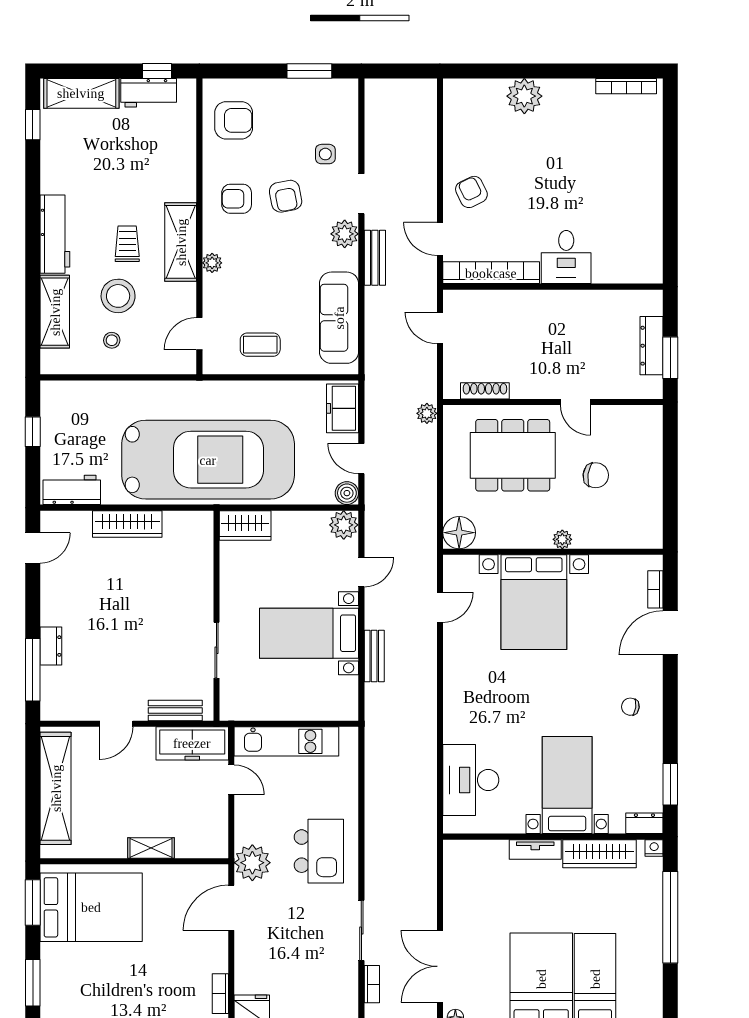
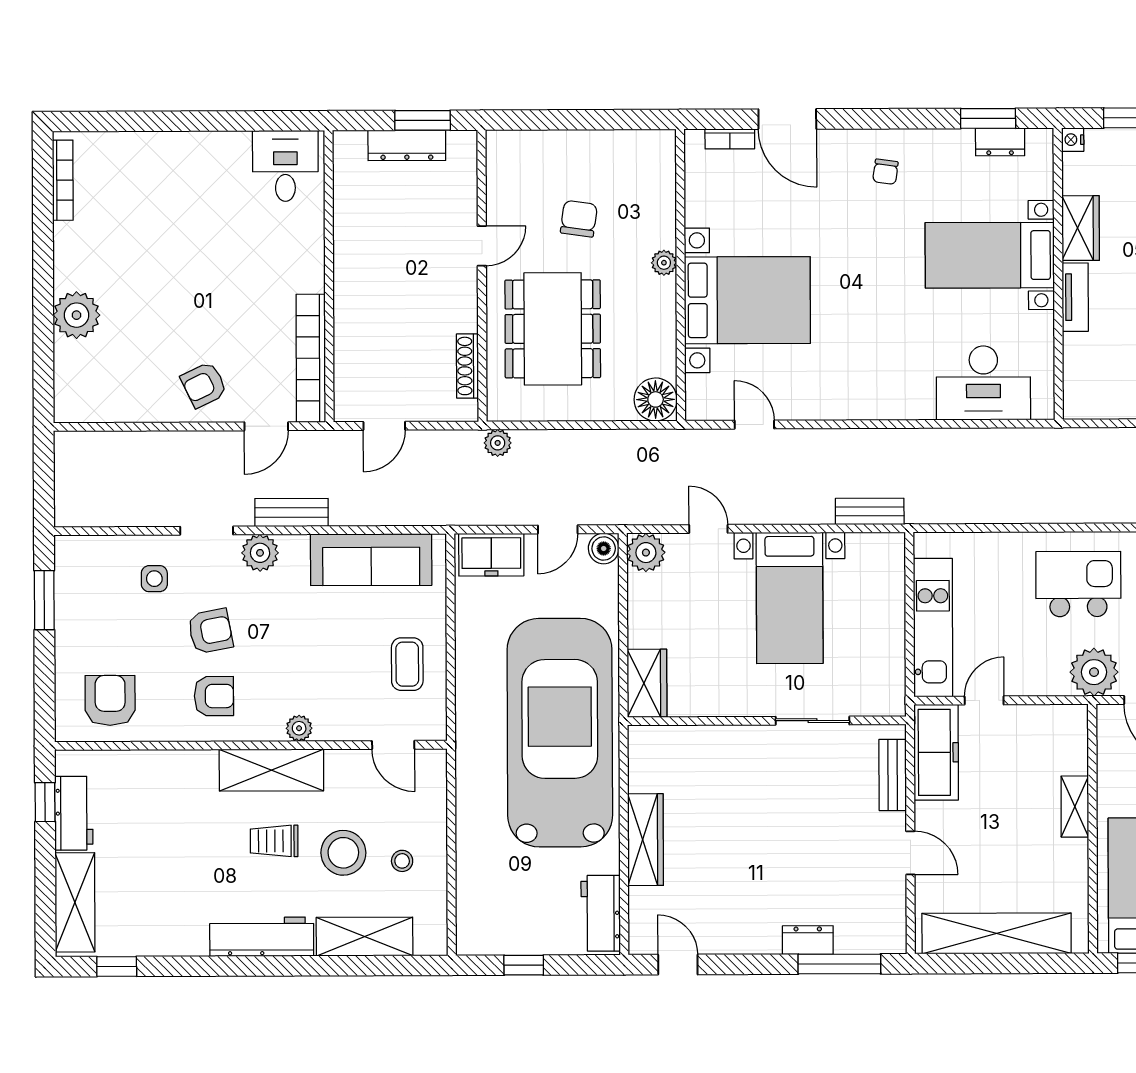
armchair: (237, 199) -> (214, 696), turned -90
desk: (566, 257) -> (285, 166), moved, turned -90
bench: (374, 656) -> (870, 511), moved
dresser: (644, 823) -> (1000, 142), moved, turned -90
wardrobe: (600, 854) -> (1081, 228), width x0.67

